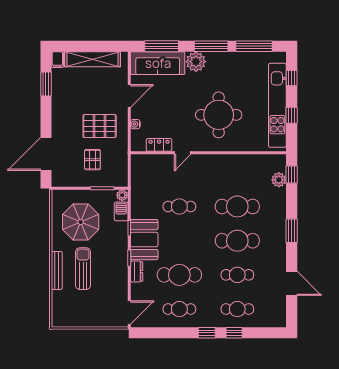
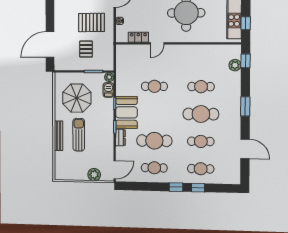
window: (292, 115) -> (246, 23), moved
cafe table: (237, 206) -> (201, 87), width x0.73, depth x0.74
plant: (103, 319) -> (94, 175), added

